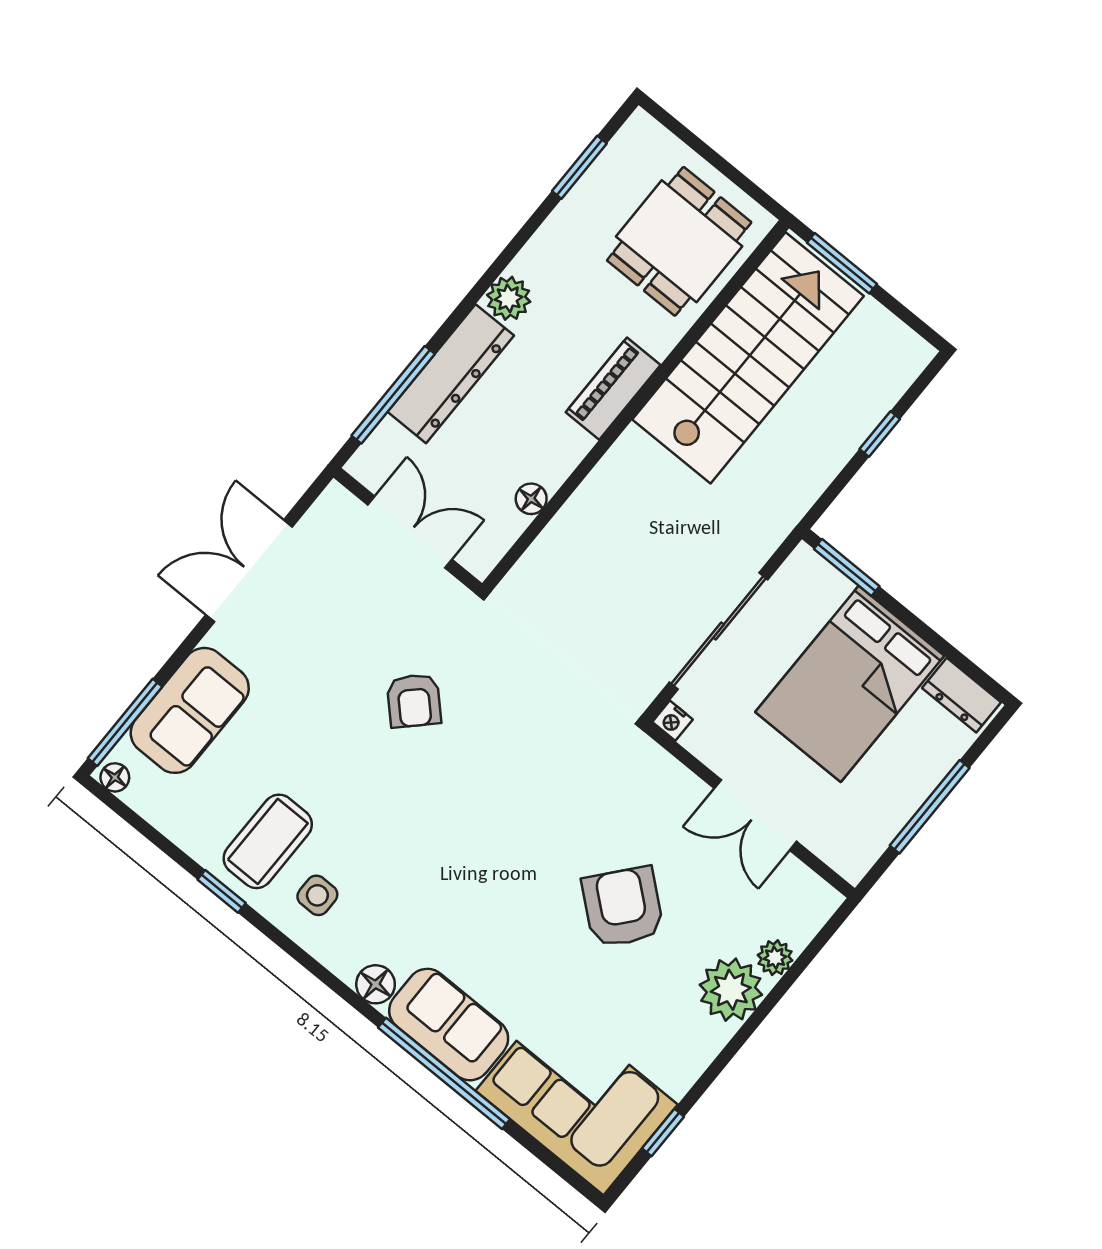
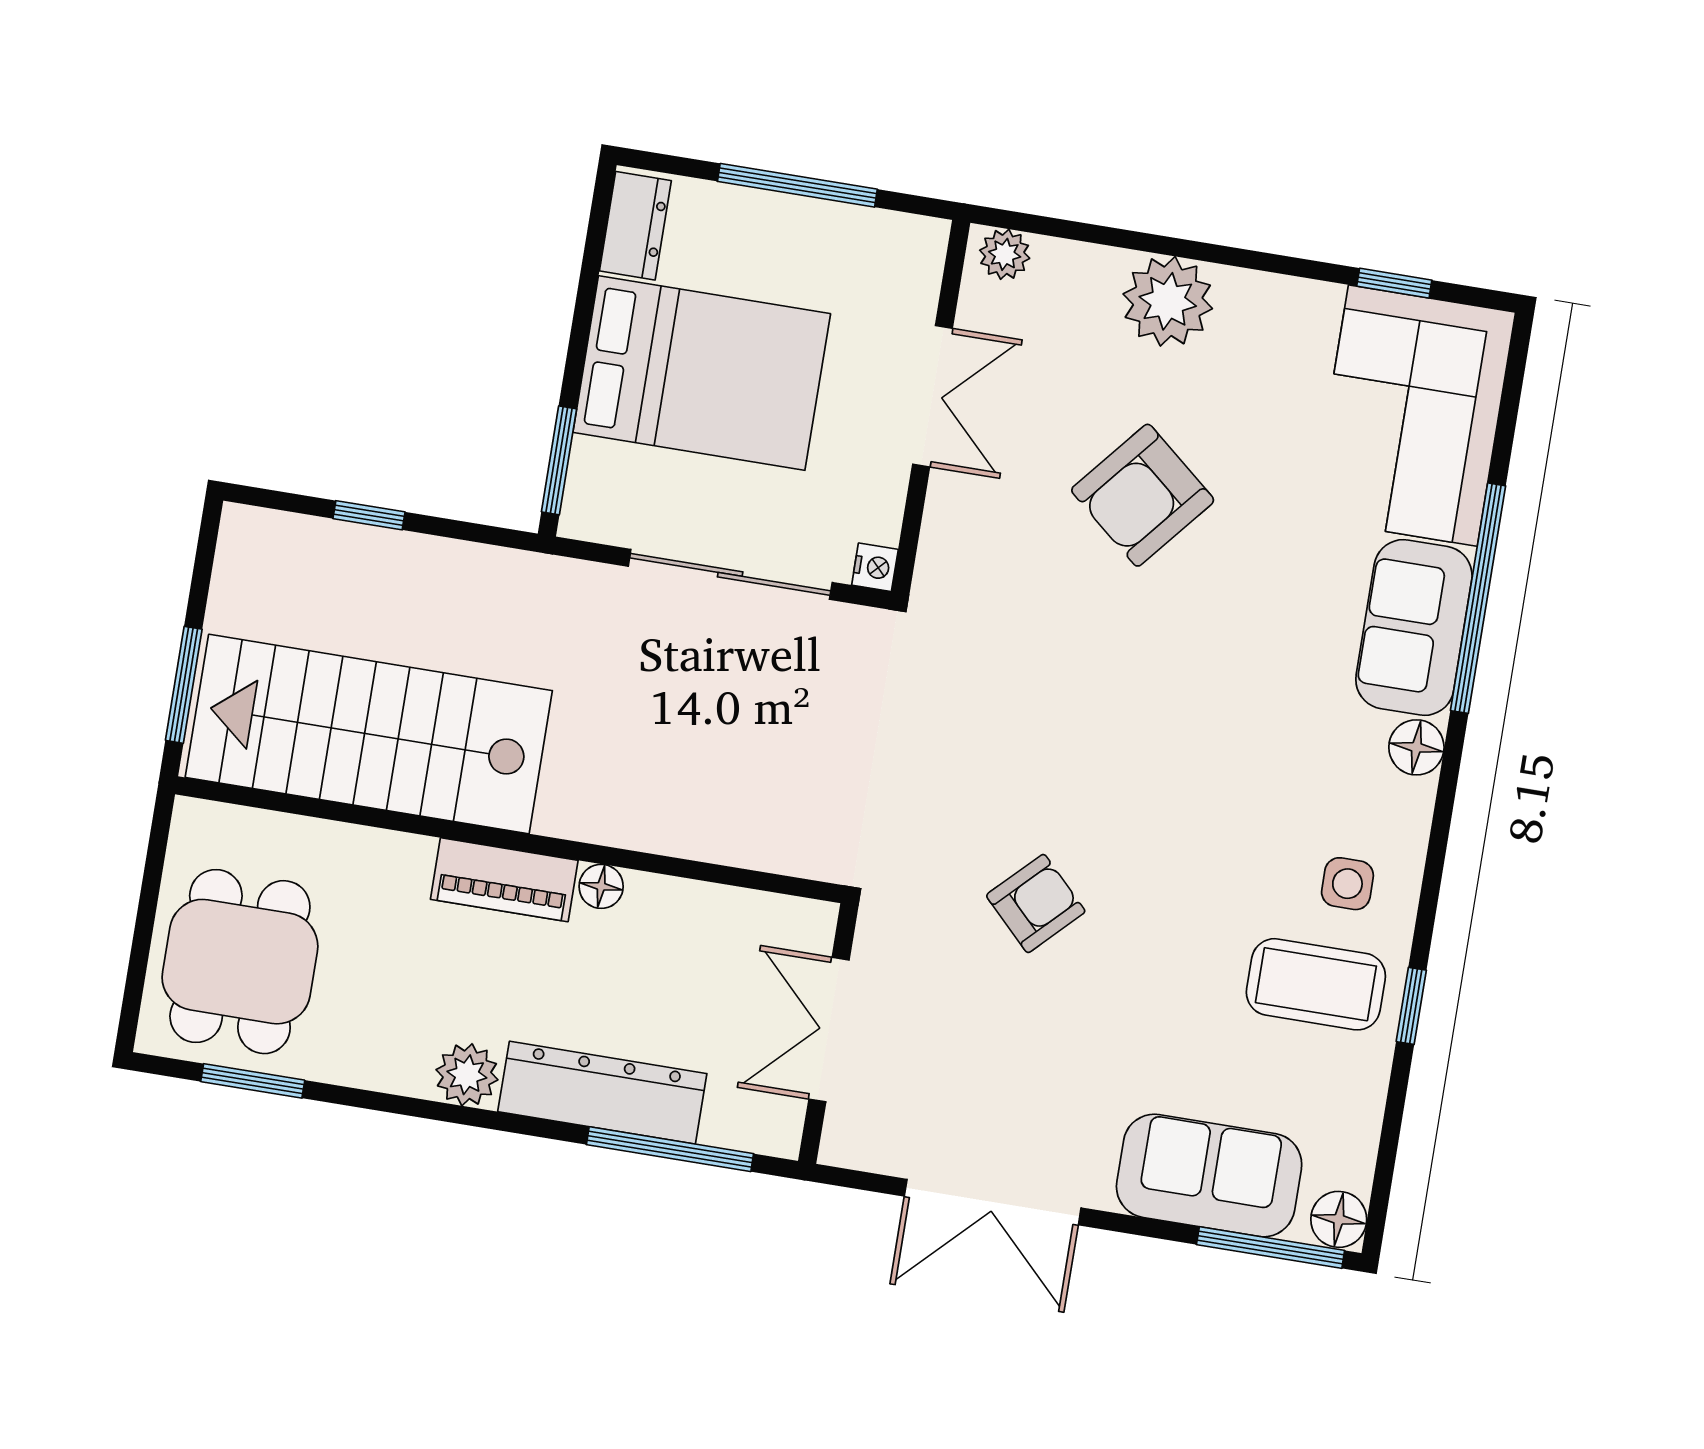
dining table: (679, 241) -> (240, 962), moved, turned 90
floor lamp: (531, 499) -> (601, 886), moved
floor lamp: (115, 777) -> (1339, 1219), width x1.37, depth x1.37
plant: (775, 958) -> (1005, 254), moved

